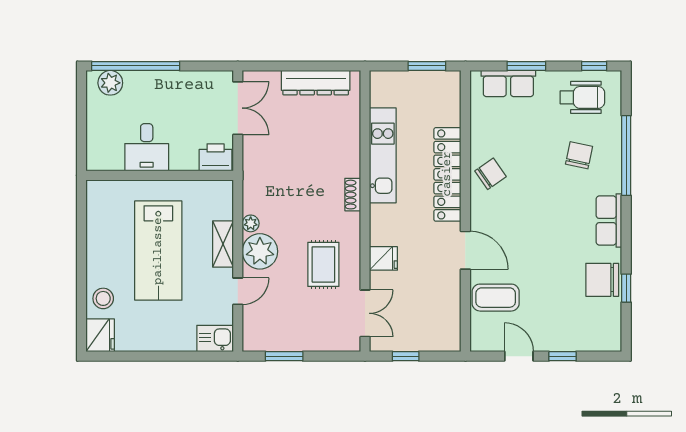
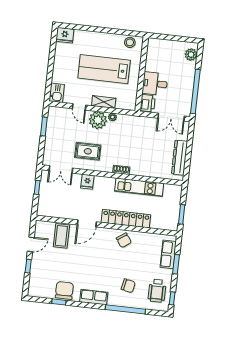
window: (136, 66) -> (195, 92), moved
desk: (147, 147) -> (155, 84), moved
stool: (103, 298) -> (130, 42), moved

